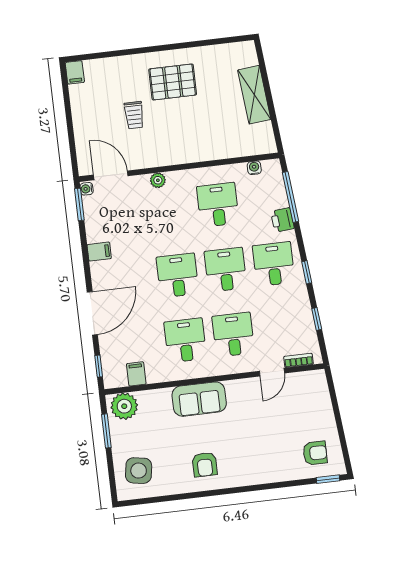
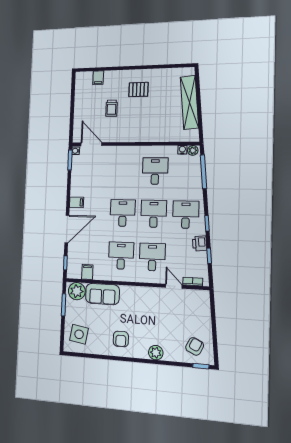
filing cabinet: (75, 72) -> (98, 78), moved
pallet: (173, 82) -> (138, 90), width x0.67, depth x0.71
shelving: (254, 95) -> (189, 102), width x1.47
plant: (158, 180) -> (193, 150), moved
printer: (282, 220) -> (200, 243), moved
filing cabinet: (99, 252) -> (77, 202), moved
door: (272, 372) -> (174, 286), swing flipped
sofa: (199, 399) -> (102, 294), moved
armchair: (315, 453) -> (195, 346), turned -64
plant: (260, 474) -> (156, 353), added

